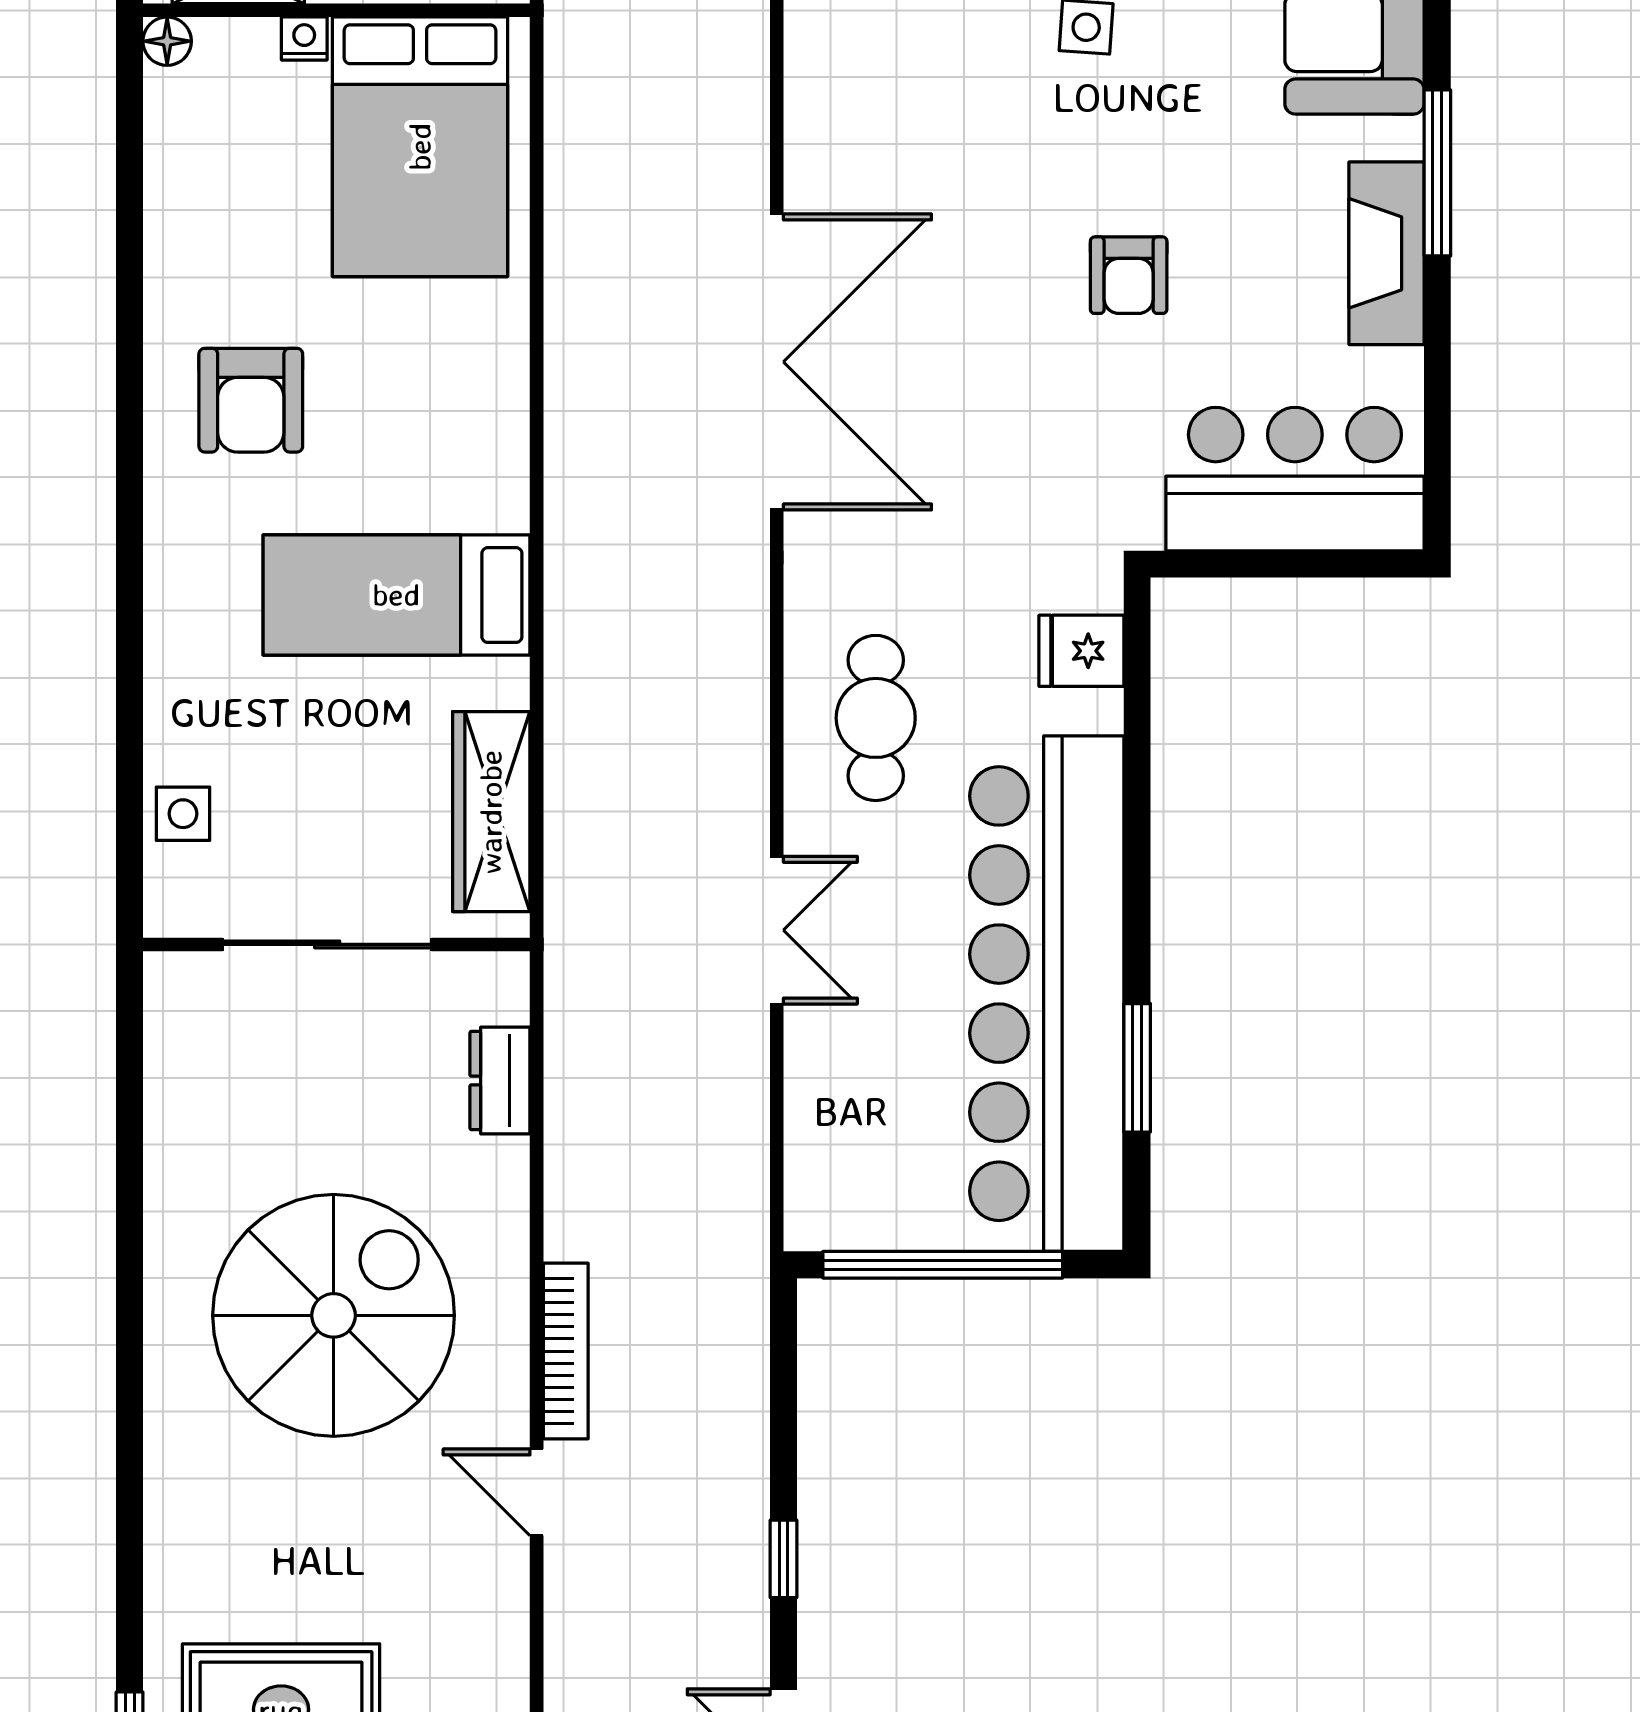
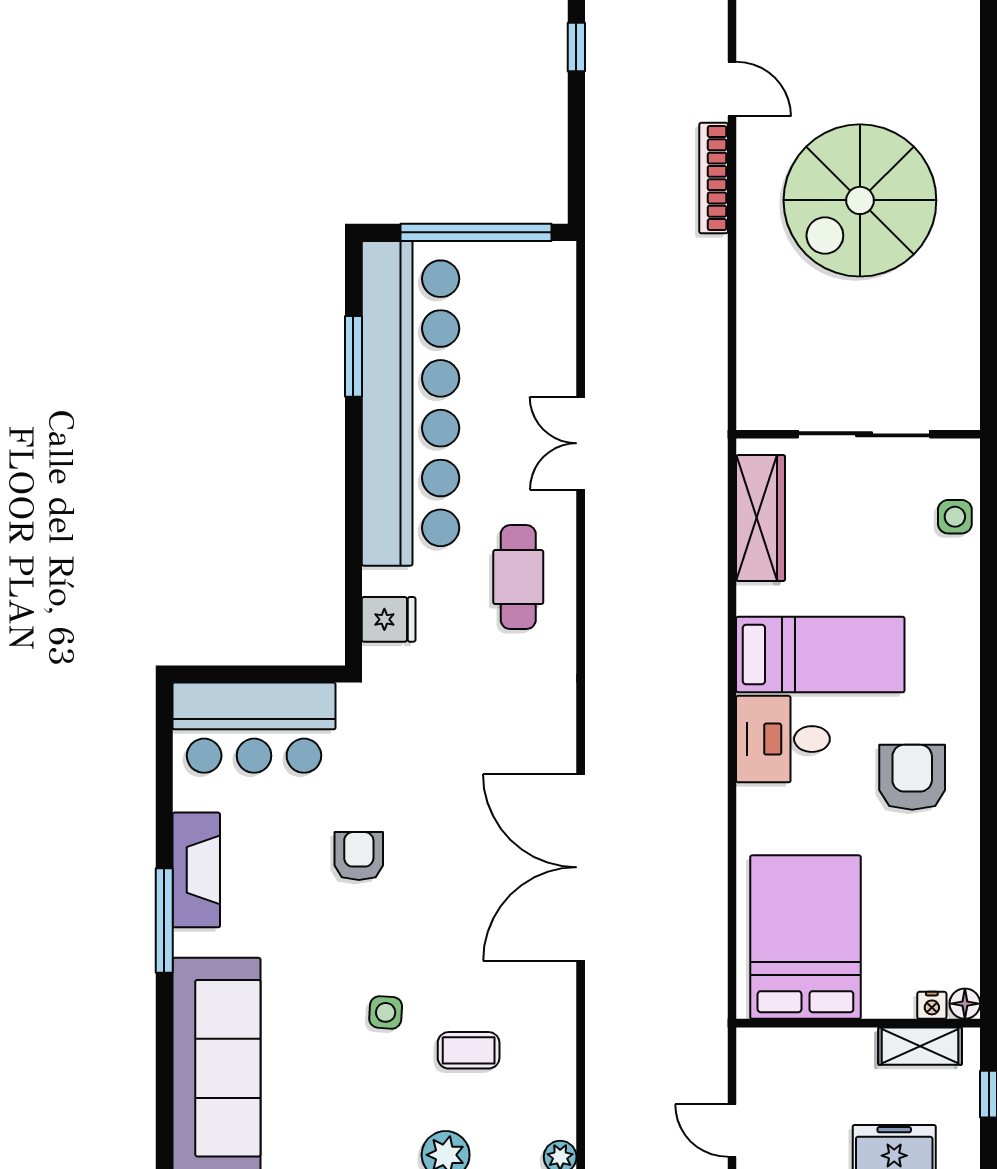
nightstand: (304, 39) -> (932, 1005), moved
double door: (777, 362) -> (581, 867), moved
desk: (456, 461) -> (783, 739), added
dresser: (500, 1081) -> (755, 349), removed

